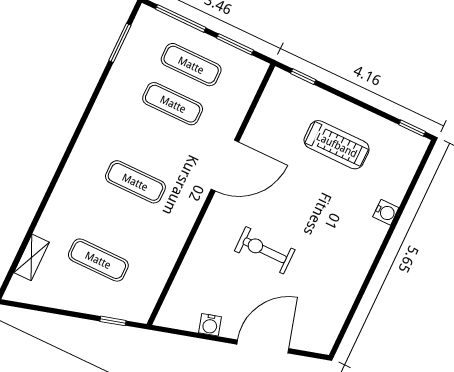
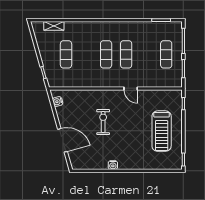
exercise mat: (173, 104) -> (126, 54), moved
treadmill: (337, 145) -> (162, 131), width x1.37, depth x1.37
door: (225, 166) -> (131, 89), width x0.53
water cooler: (386, 212) -> (113, 165), moved
water cooler: (210, 325) -> (58, 102), moved

